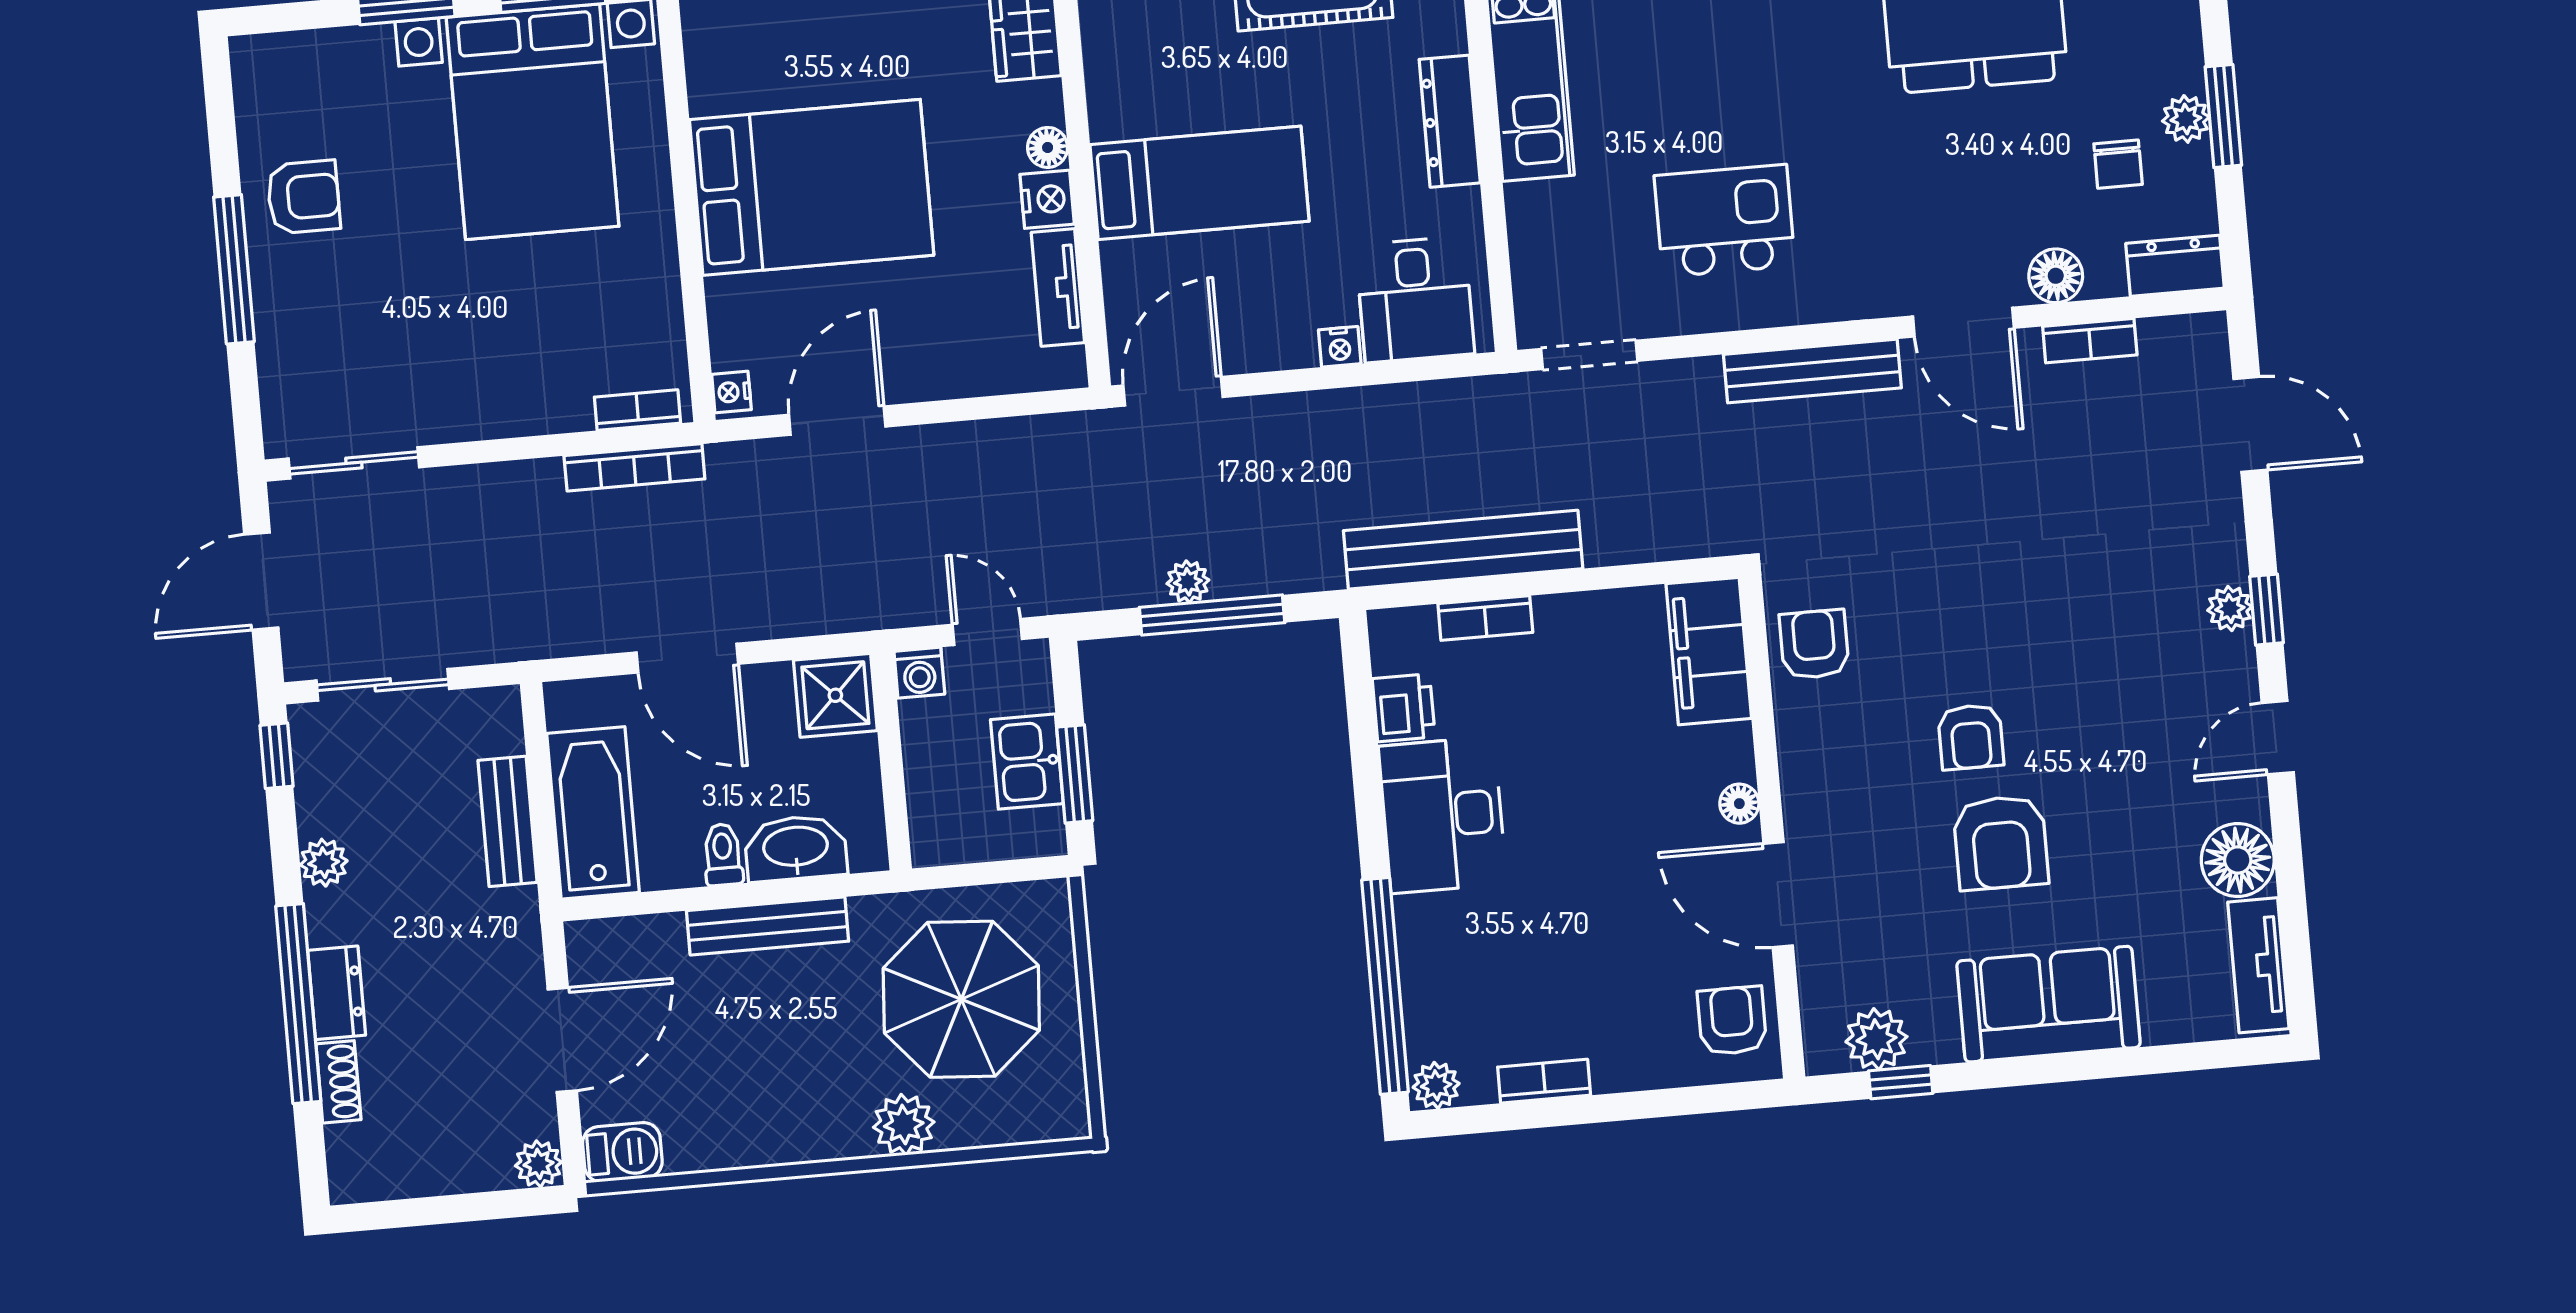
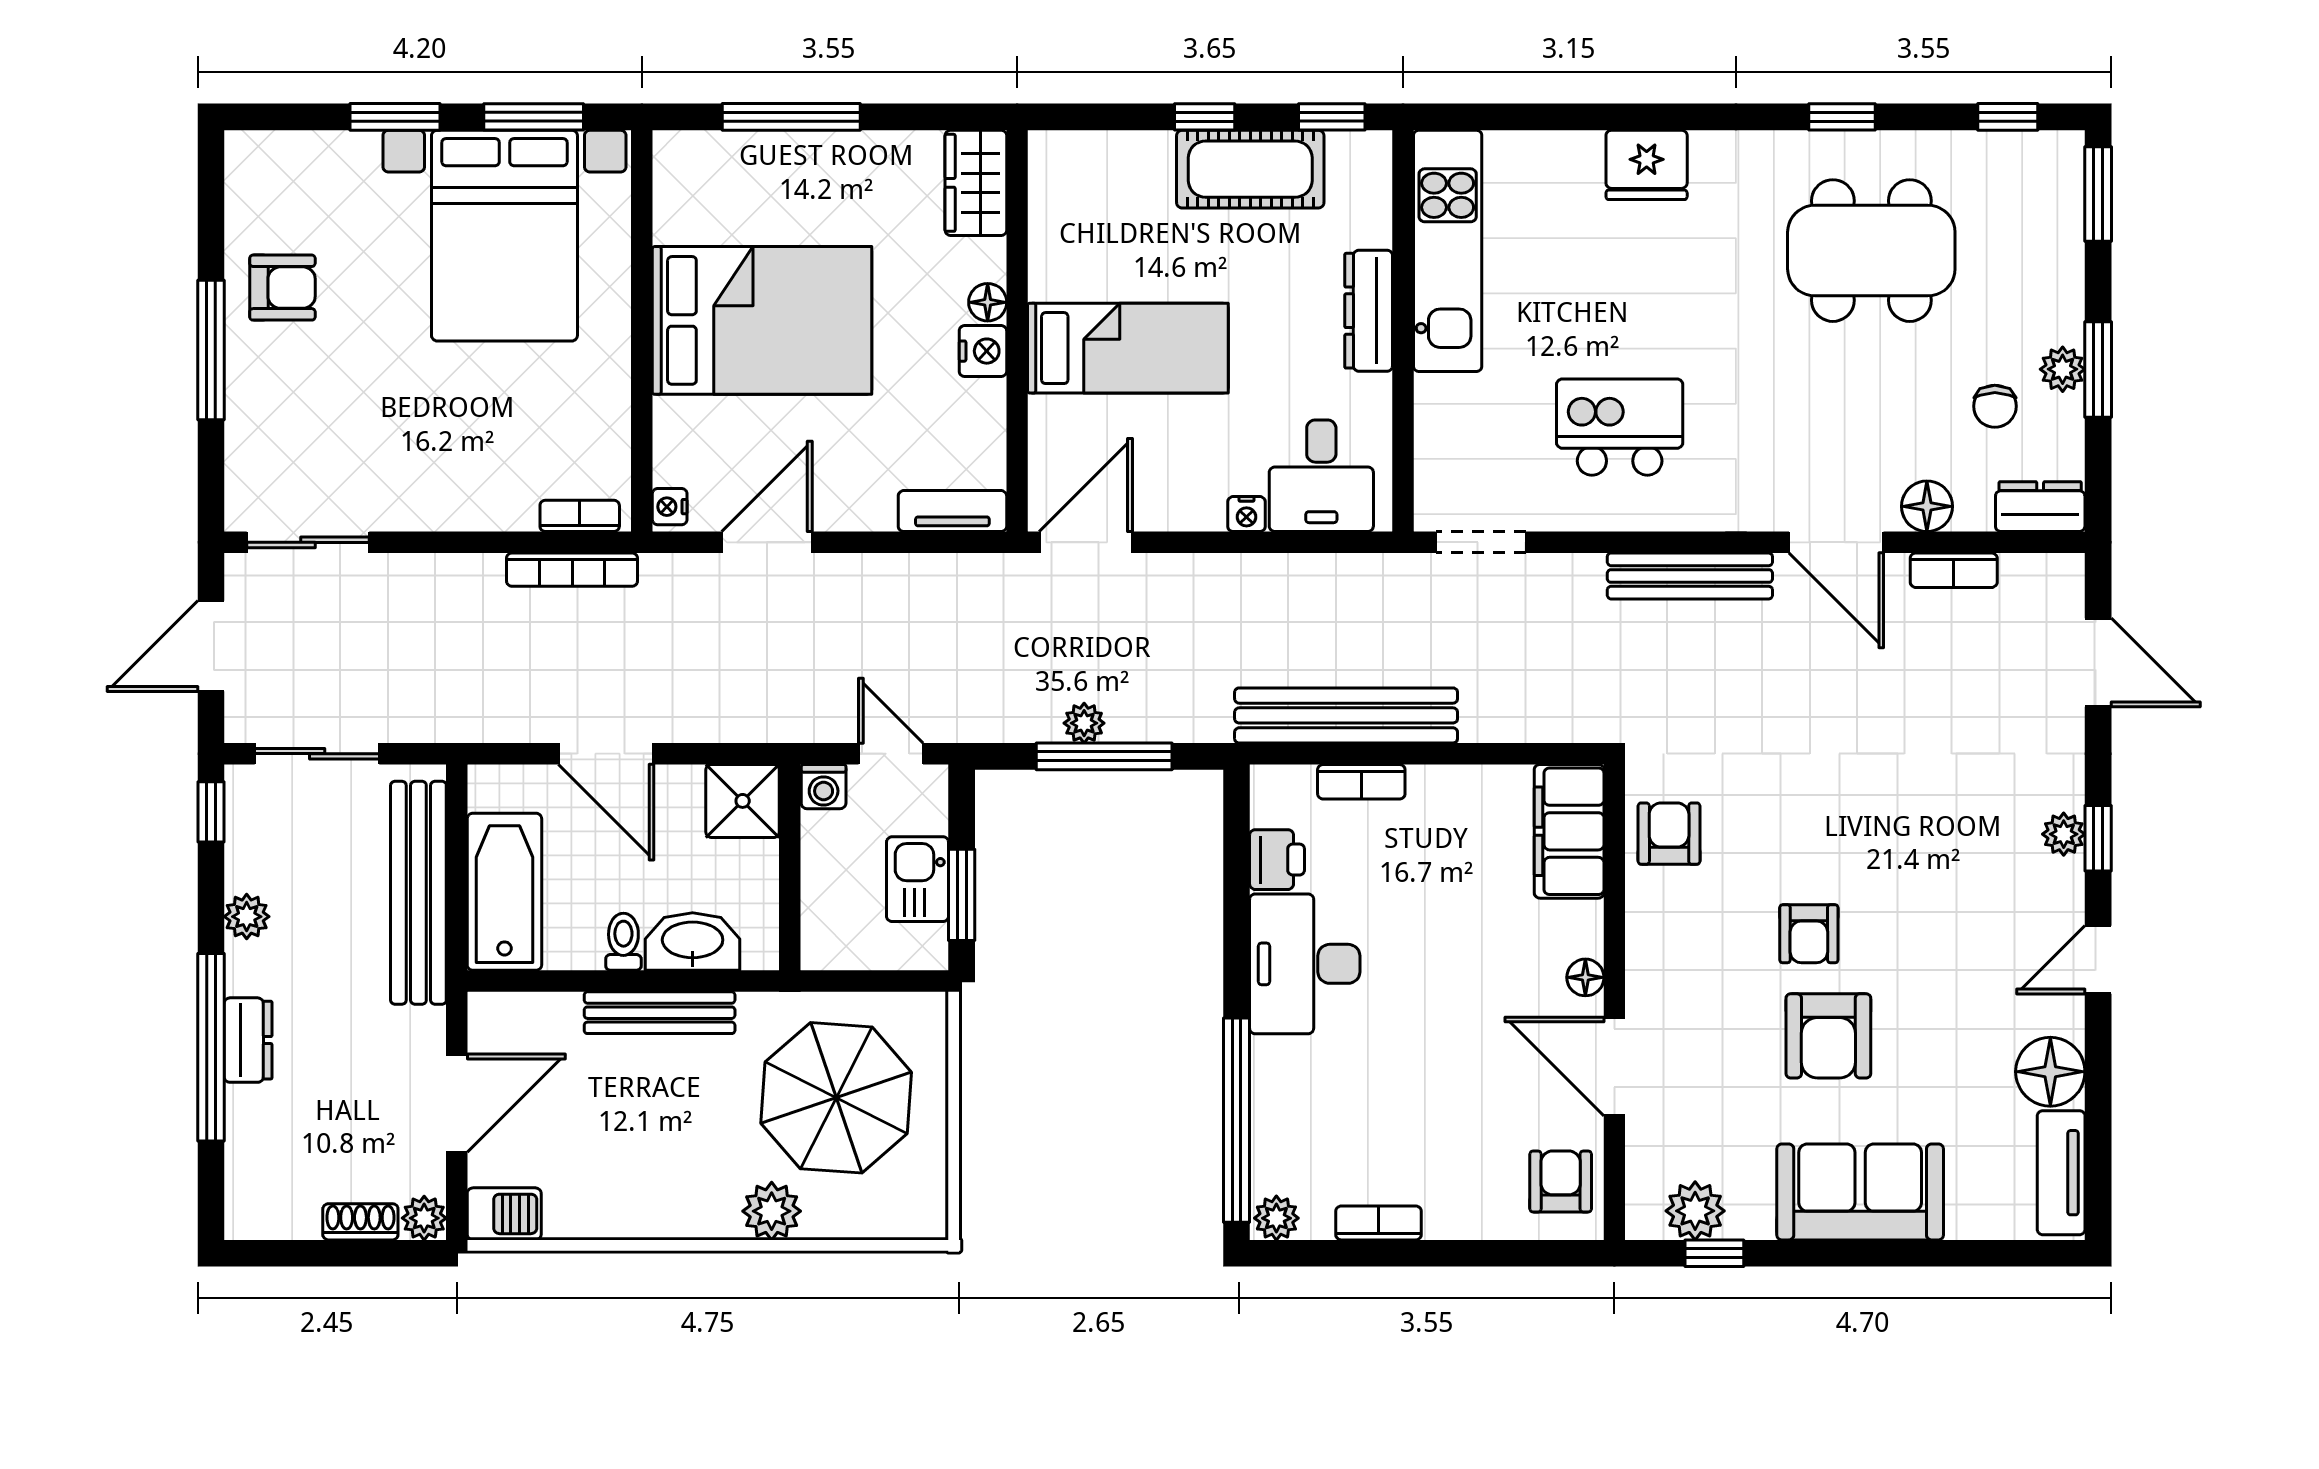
tv unit: (1058, 287) -> (952, 511), moved, turned 90
bench: (508, 821) -> (418, 893), width x1.86, depth x1.21
shoe rack: (338, 1082) -> (360, 1222), moved, turned -90

